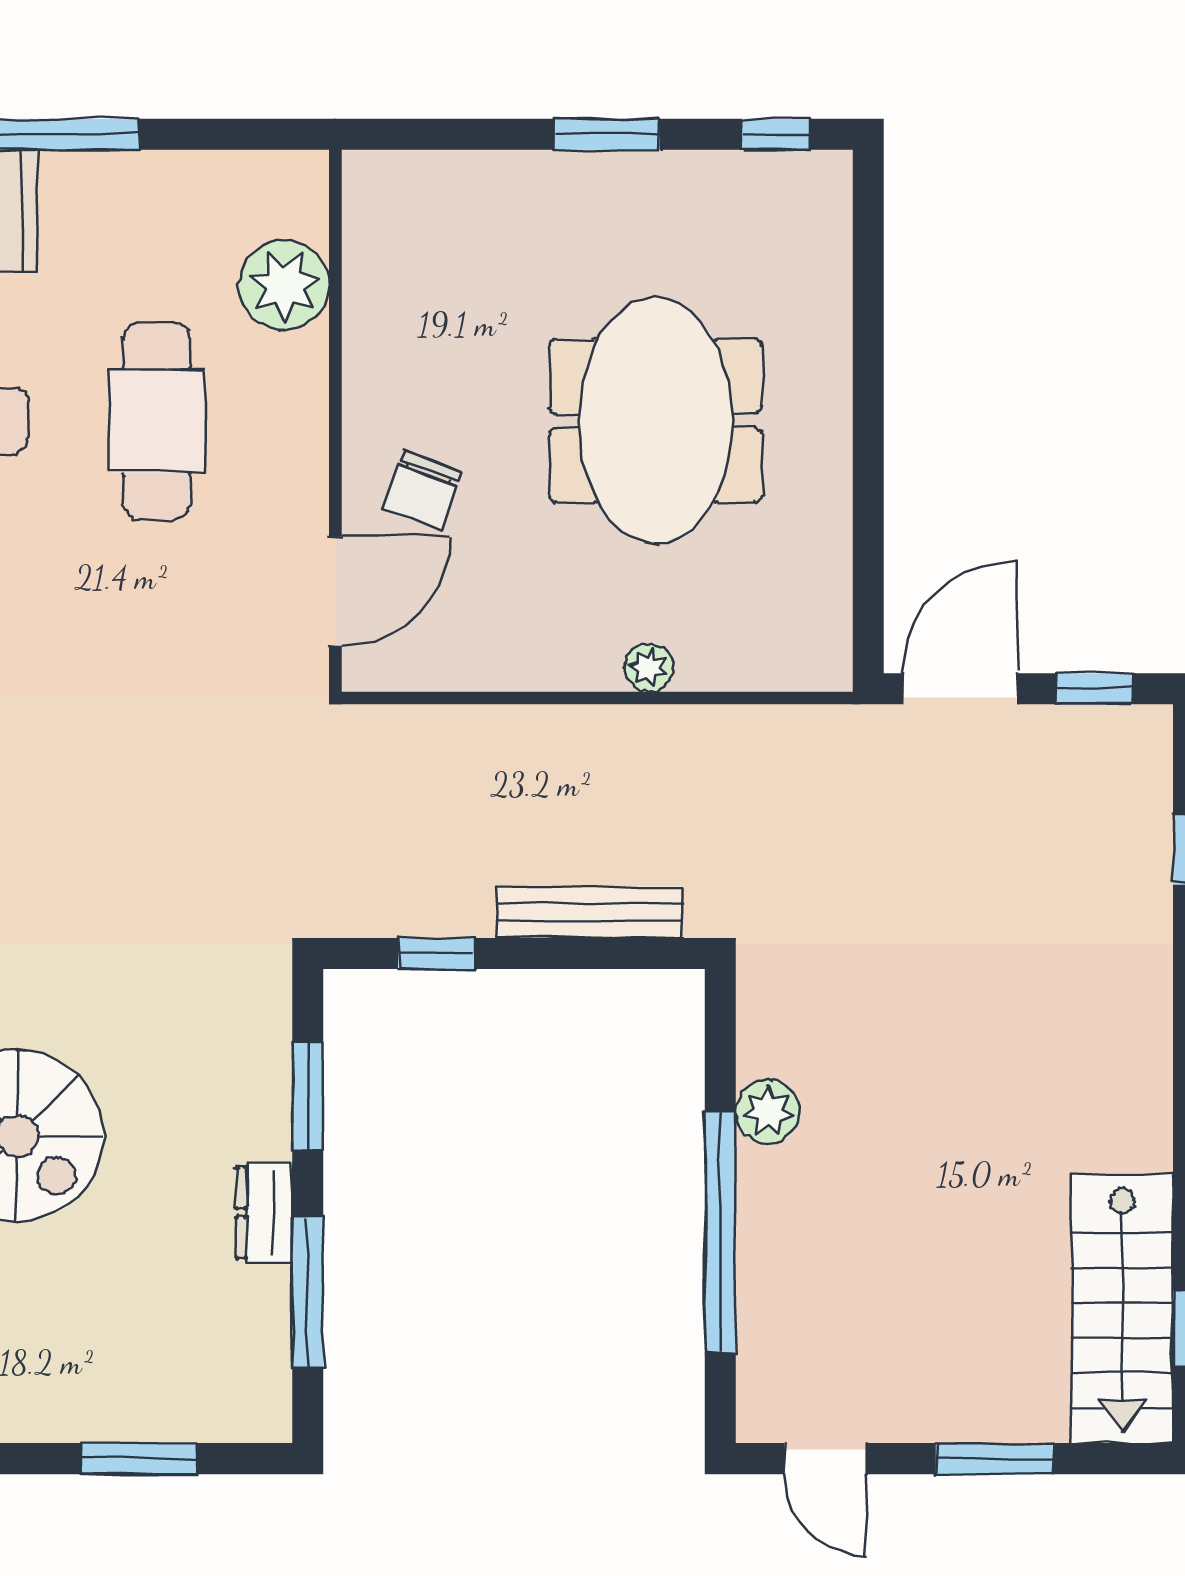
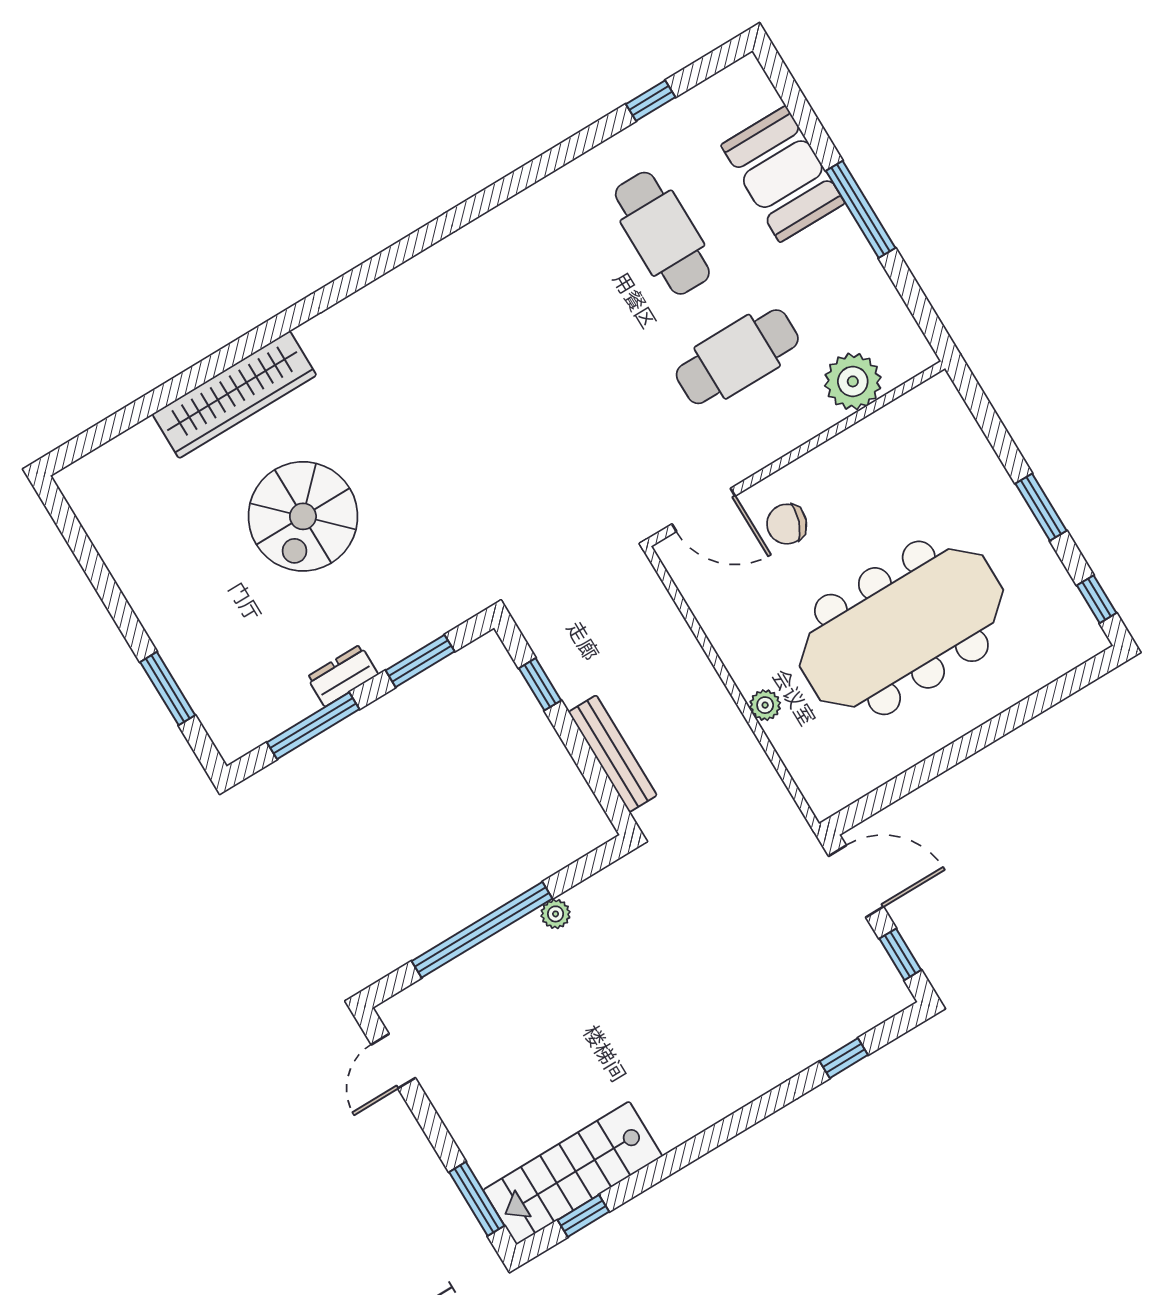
meeting table: (656, 421) -> (901, 628), width x1.36
plant: (768, 1111) -> (556, 914), width x0.73, depth x0.73
window: (995, 1459) -> (477, 1199), moved

